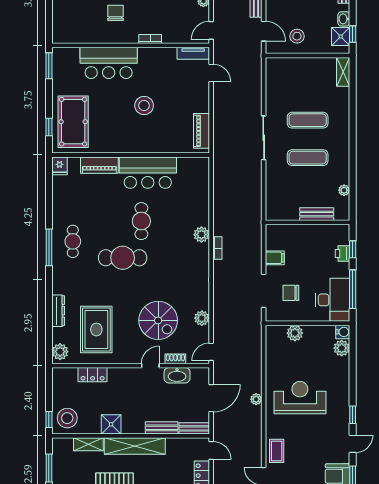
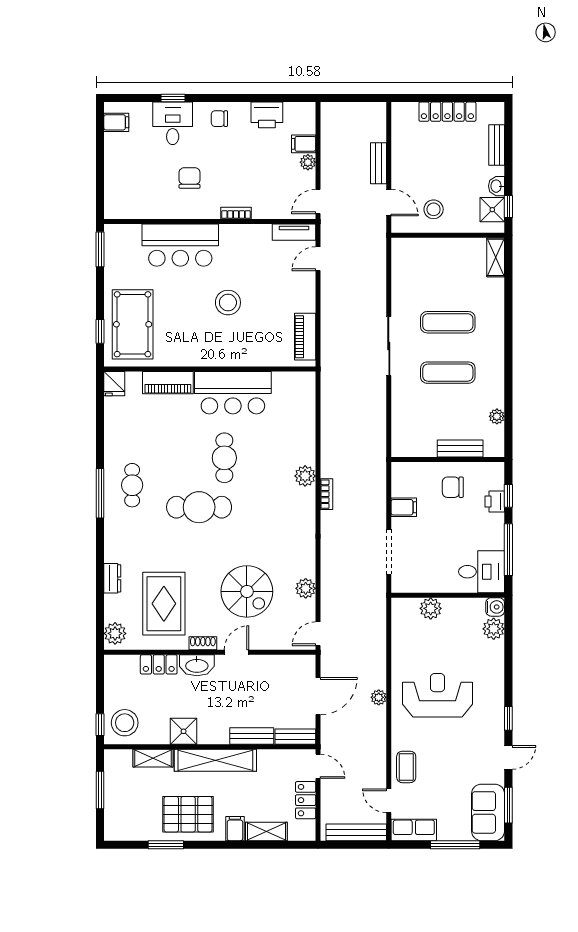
door: (211, 73) -> (318, 259), swing flipped
chair: (291, 293) -> (453, 487), moved
desk: (333, 300) -> (482, 572), width x0.73
dresser: (58, 311) -> (112, 578), width x0.70
shoe rack: (175, 359) -> (203, 643), moved
washbasin: (177, 375) -> (197, 665), moved

